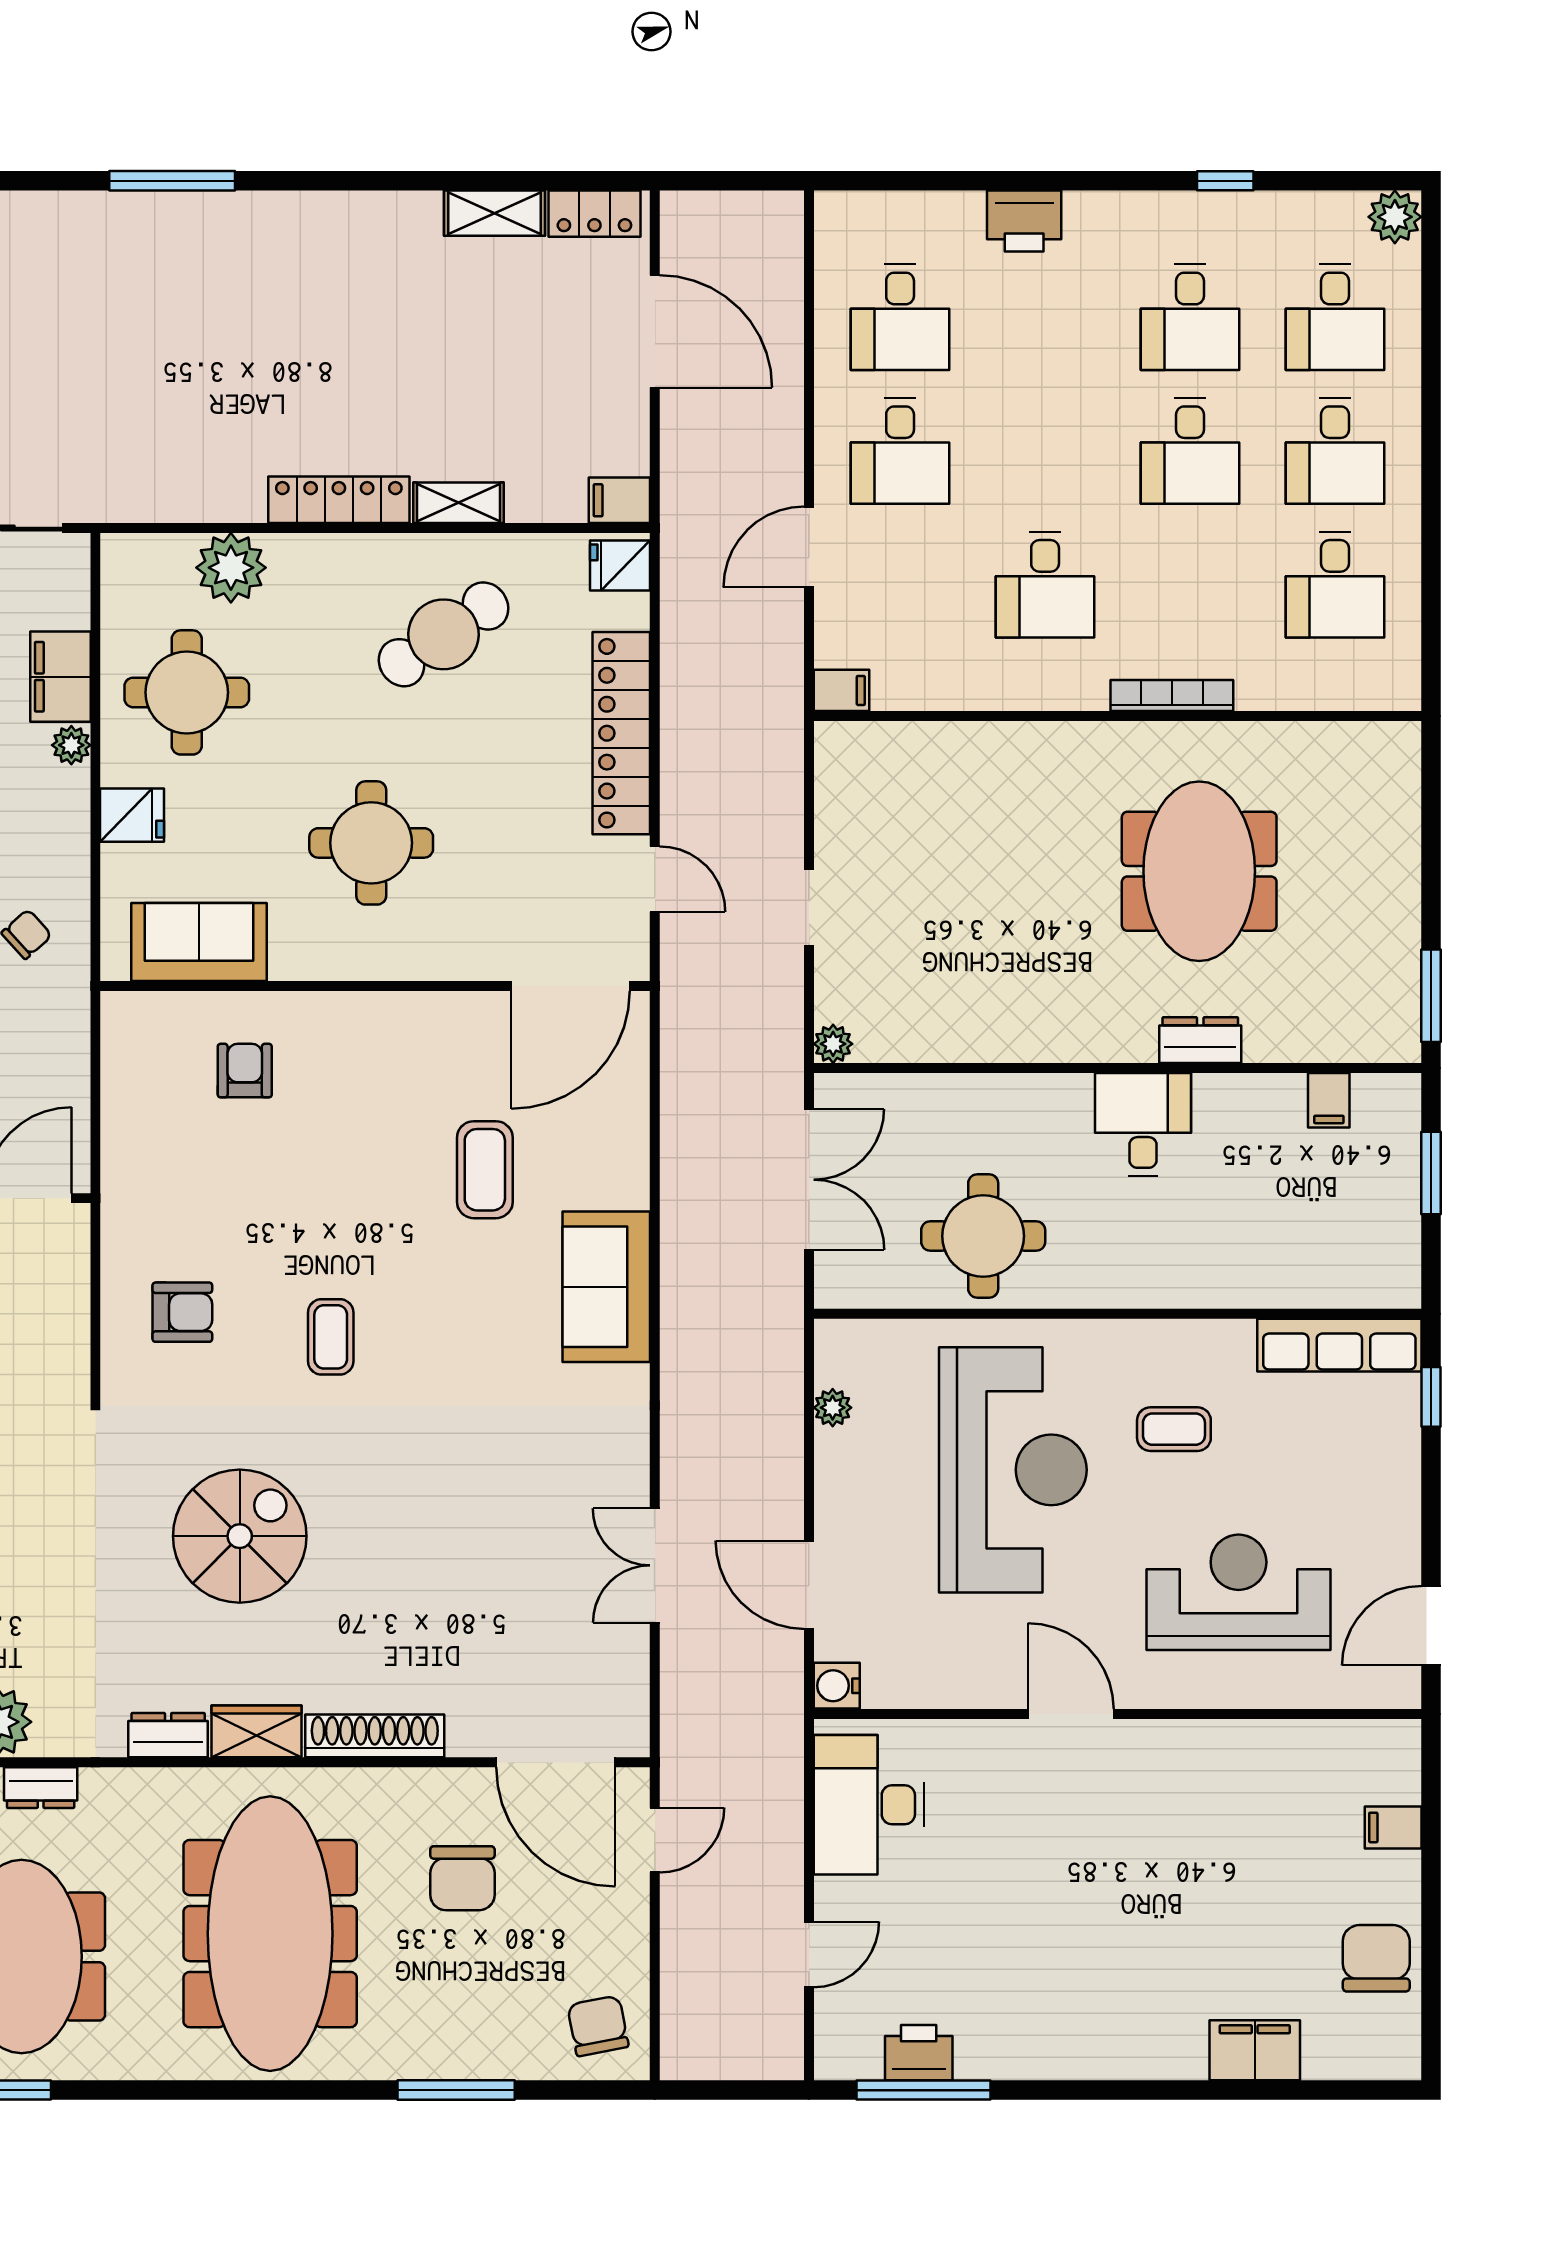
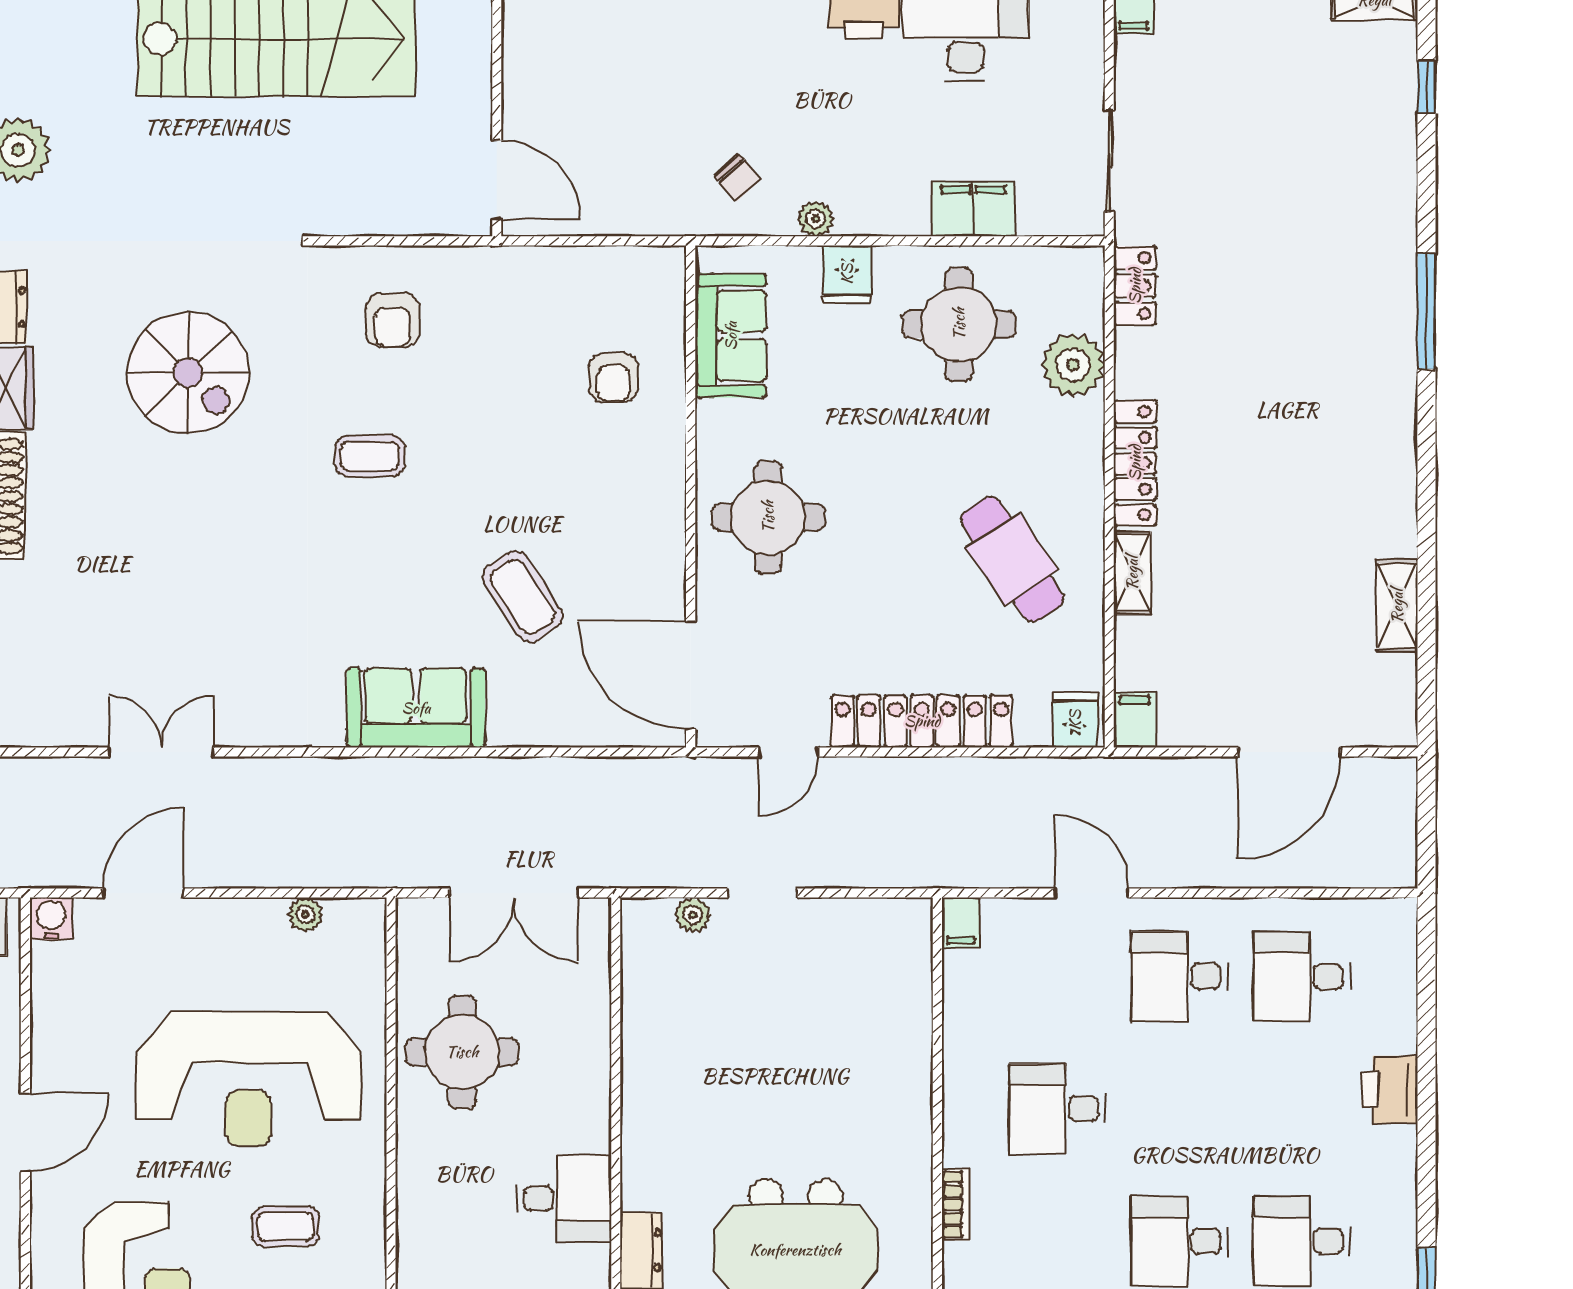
locker: (594, 214) -> (1135, 286), moved, turned 180
bookcase: (1172, 695) -> (956, 1204), width x0.64
plant: (71, 745) -> (815, 219), moved
round table: (371, 843) -> (768, 517), moved
plant: (833, 1044) -> (693, 915), moved
armchair: (245, 1071) -> (613, 377), turned 90
coffee table: (485, 1170) -> (523, 597), turned 57
coffee table: (1174, 1429) -> (286, 1226), turned 90

